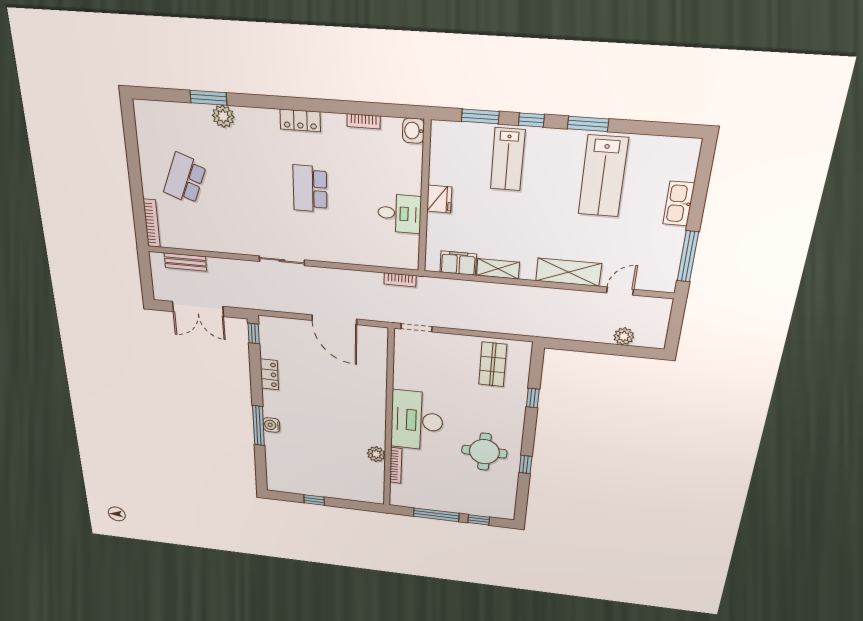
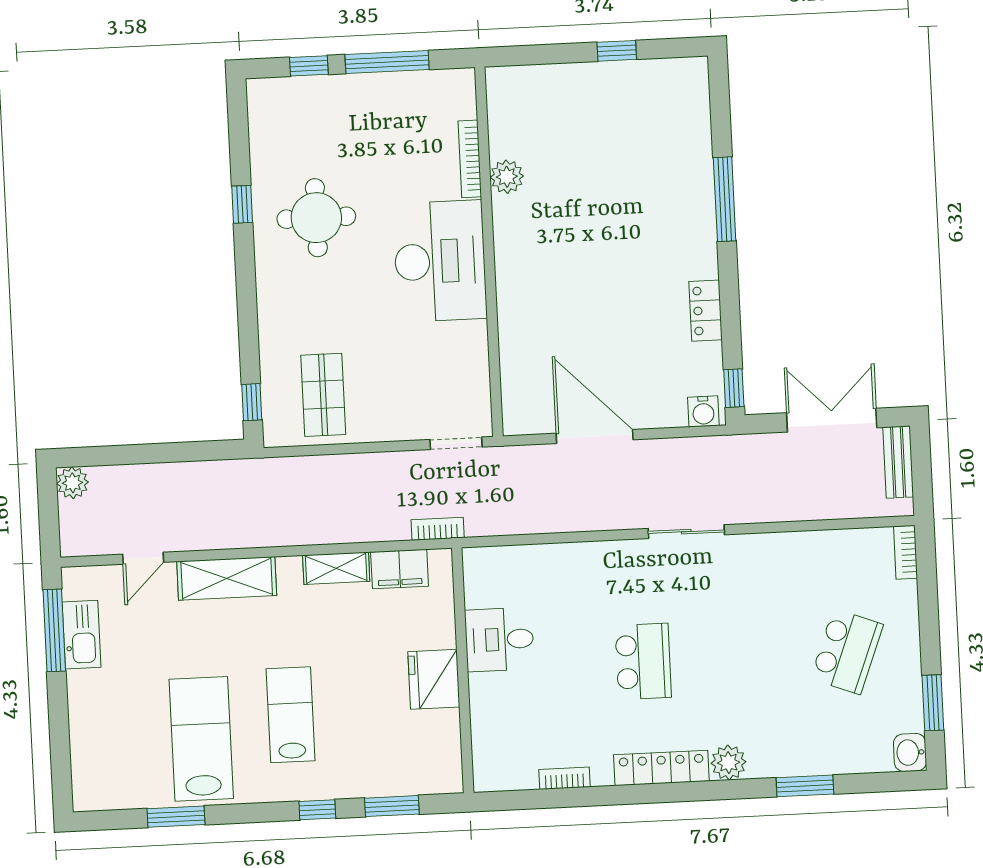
plant: (223, 116) -> (728, 763), moved
locker: (300, 120) -> (661, 768), width x1.53
window: (588, 124) -> (176, 817), moved
washbasin: (413, 131) -> (910, 752), moved, turned 180
window: (131, 141) -> (933, 703), added
lab bench: (508, 159) -> (291, 715), moved
fridge: (439, 199) -> (434, 679), width x1.36, depth x1.34
kitchen sink: (679, 204) -> (82, 635), moved
bookcase: (152, 223) -> (906, 552), width x0.64
bench: (185, 262) -> (898, 462), moved, turned 90
bookcase: (400, 280) -> (438, 529), moved
plant: (624, 336) -> (73, 483), moved
window: (533, 398) -> (252, 402), moved
water cooler: (271, 425) -> (703, 411), moved, turned 90

